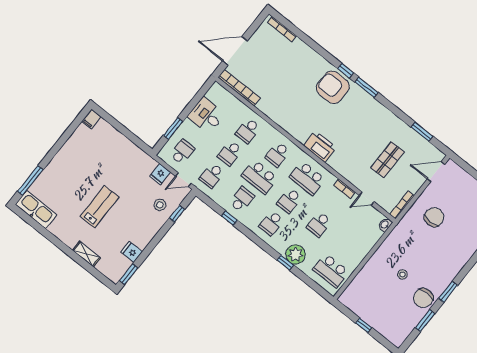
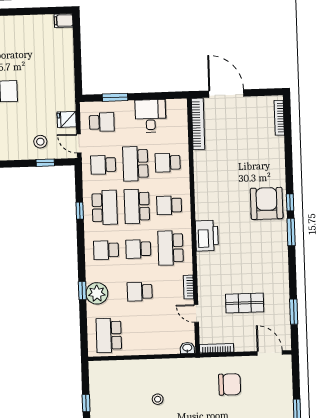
school desk: (230, 153) -> (135, 164), width x1.85
school desk: (242, 199) -> (105, 207), width x1.85

